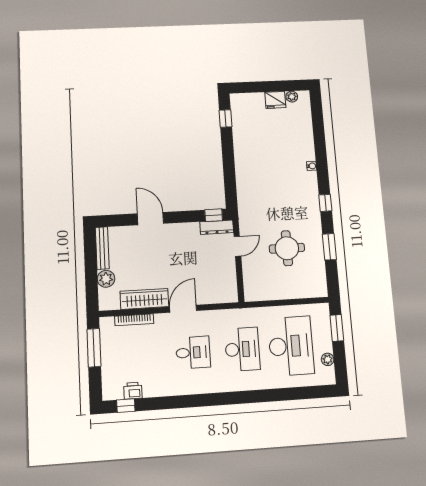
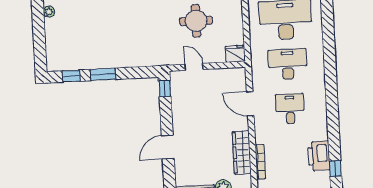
fridge: (275, 100) -> (235, 54), moved, turned -90
window: (228, 151) -> (103, 74), added
dresser: (217, 227) -> (176, 86), removed
door: (183, 309) -> (250, 104), moved
printer: (133, 391) -> (319, 156), width x1.87, depth x1.48

